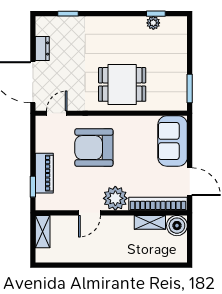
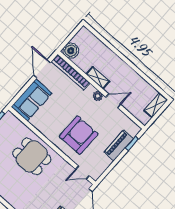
armchair: (94, 148) -> (79, 135), turned -90
plant: (115, 198) -> (98, 96), width x0.53, depth x0.53
shelving: (150, 222) -> (98, 78), moved
shelving: (43, 232) -> (156, 105), moved

